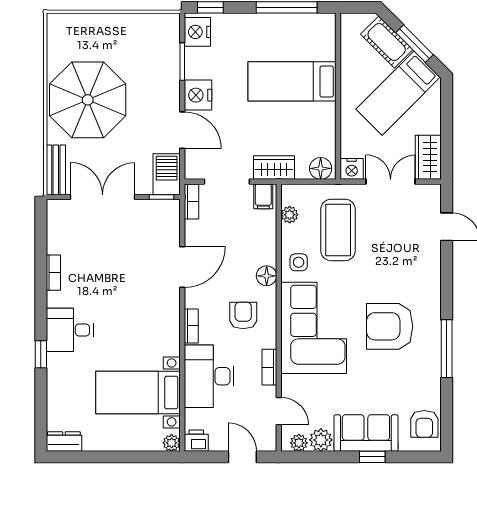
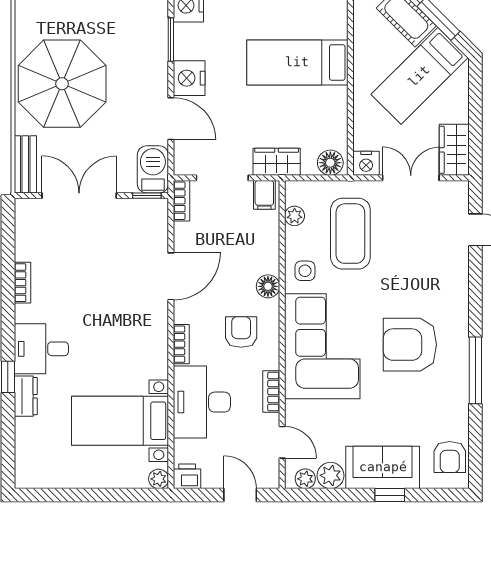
dresser: (64, 442) -> (26, 396), moved, turned 90

